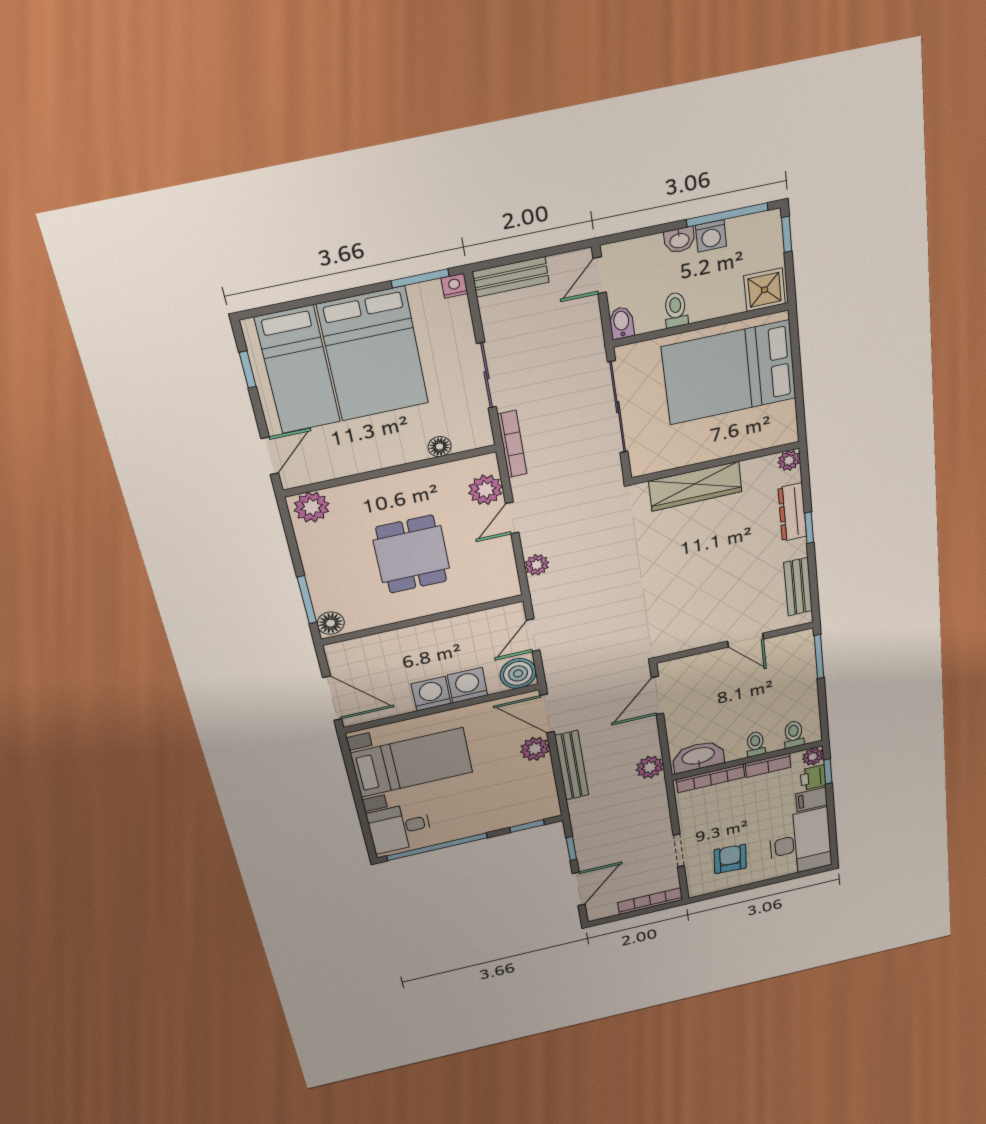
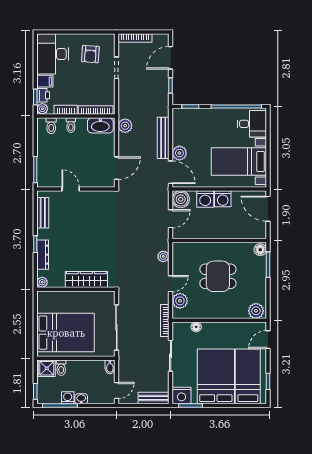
nightstand: (454, 286) -> (181, 396), width x1.89, depth x1.79
toilet: (676, 310) -> (61, 368), moved
dining table: (411, 554) -> (218, 276), turned 90

